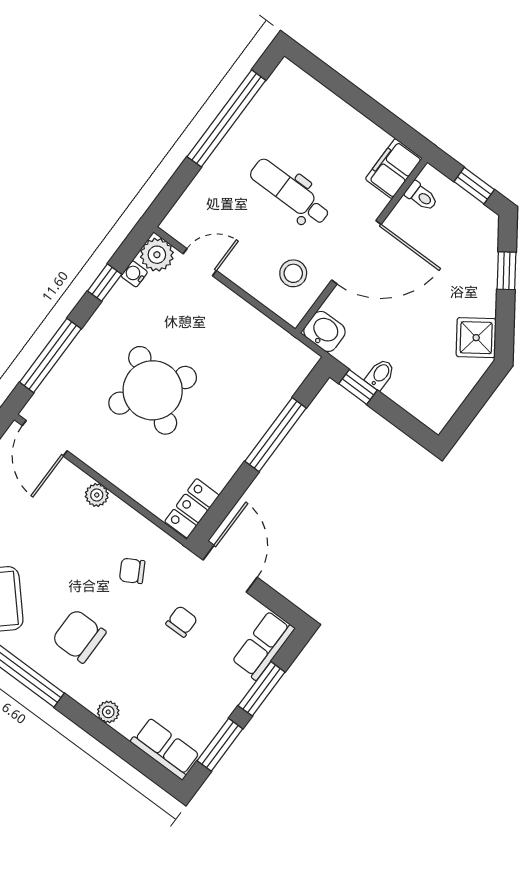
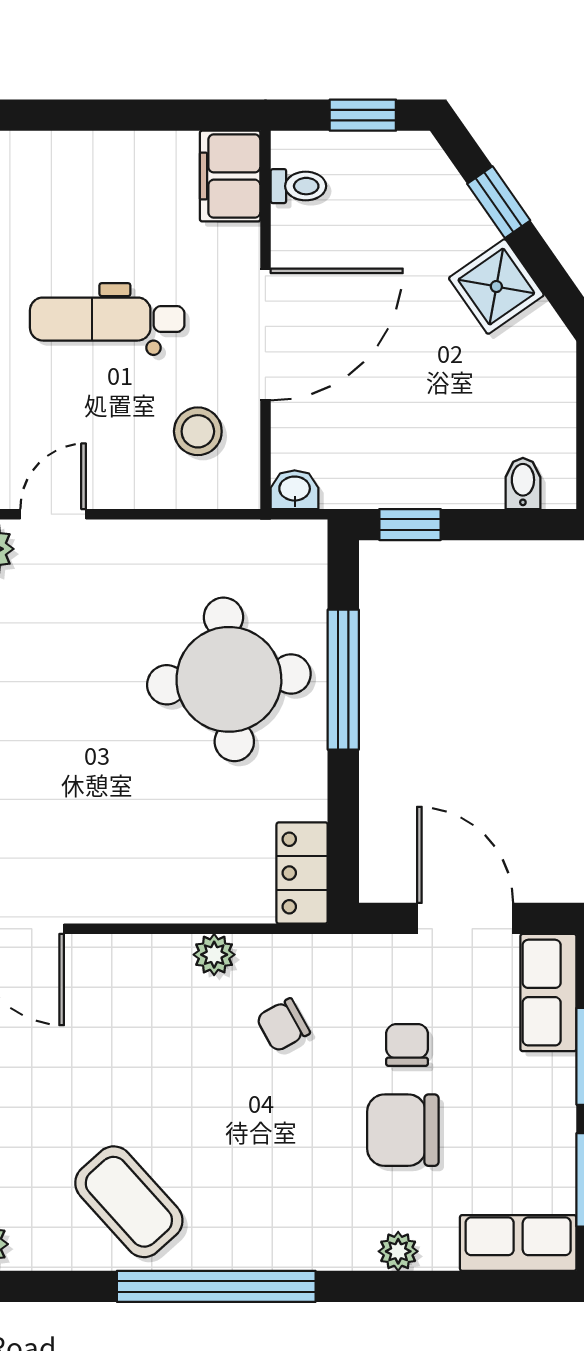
washbasin: (324, 331) -> (295, 490), width x0.72, depth x0.69
shower: (476, 338) -> (496, 287), moved
bidet: (380, 374) -> (523, 483), moved
round table: (153, 390) -> (229, 679), moved, turned -37
plant: (97, 495) -> (214, 955), moved
door: (230, 569) -> (465, 918), moved
chair: (79, 636) -> (403, 1130), moved

